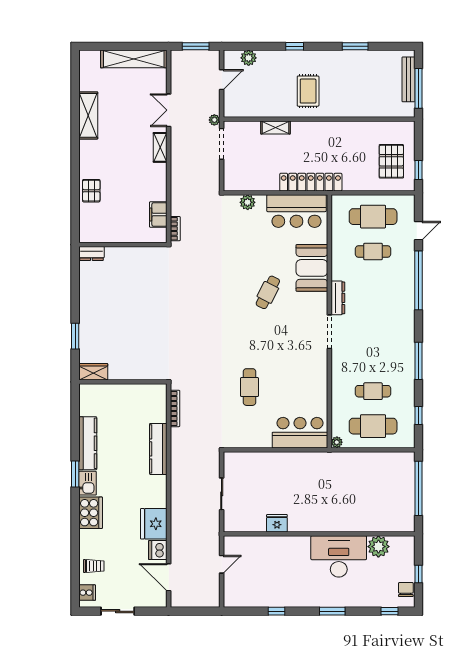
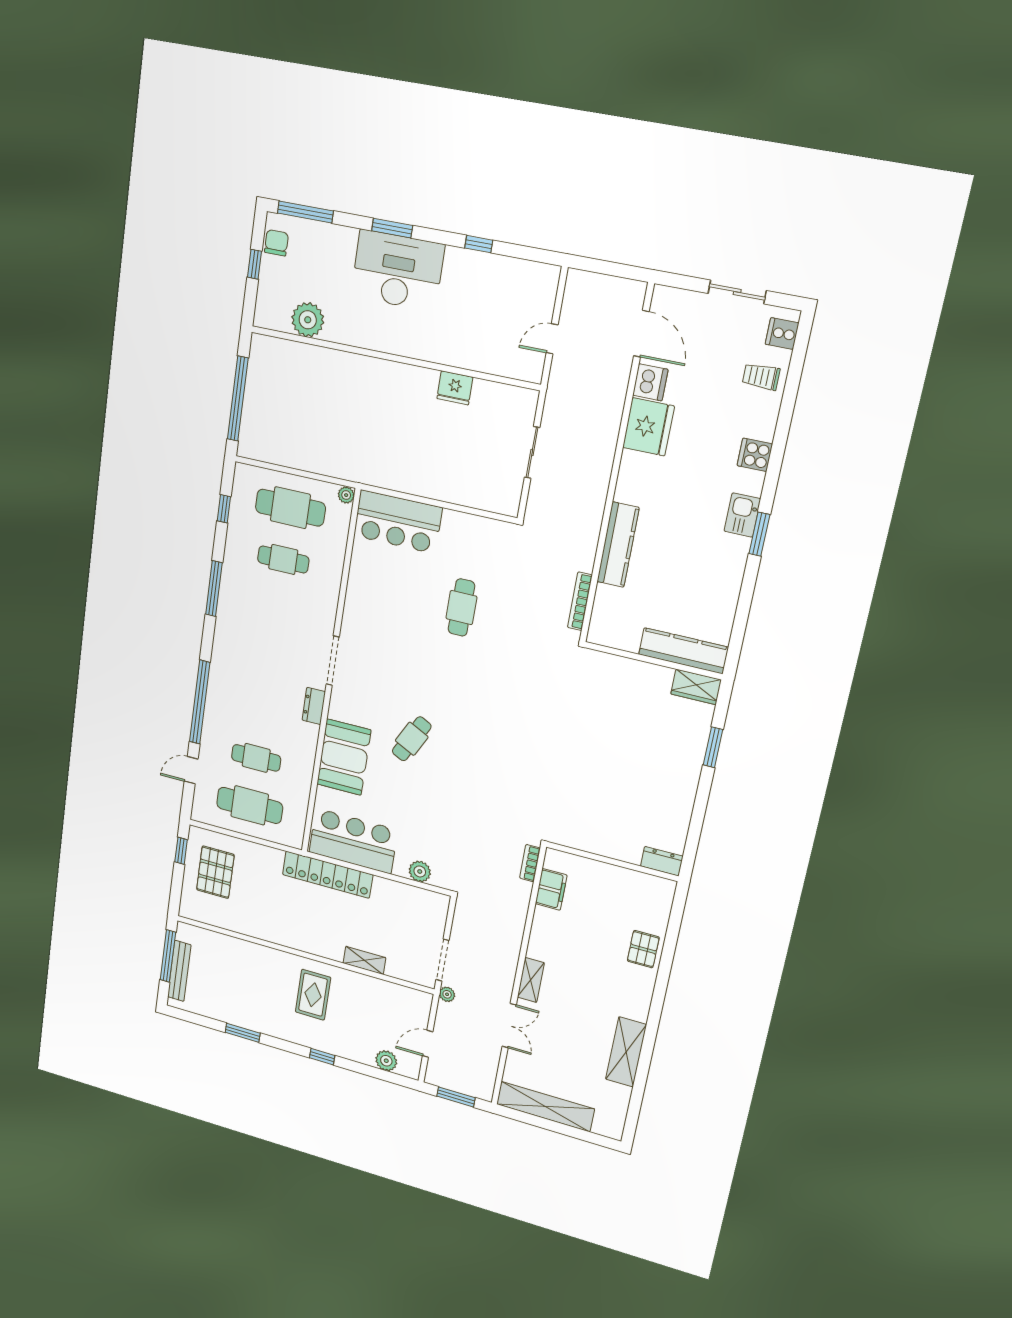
dresser: (338, 298) -> (314, 706), width x0.70
kitchen counter: (88, 443) -> (683, 651), moved, turned 90
cooker: (91, 513) -> (755, 455), width x0.53, depth x0.76
desk: (339, 556) -> (398, 271), moved, turned 180
chair: (406, 590) -> (276, 243), turned 180
window: (389, 611) -> (305, 212), width x2.17

